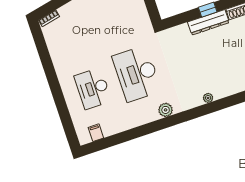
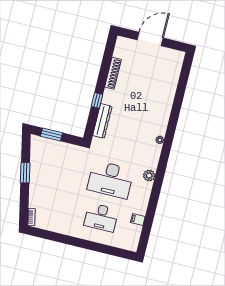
dresser: (208, 22) -> (102, 121), moved
filing cabinet: (96, 133) -> (138, 220), moved

